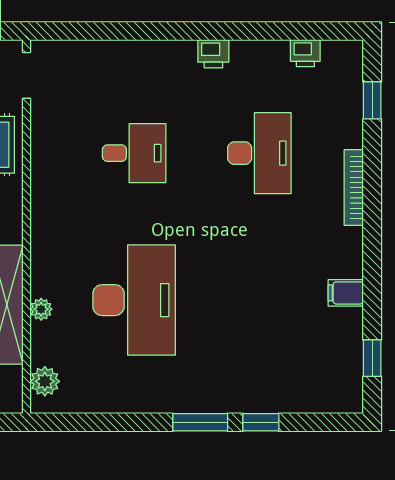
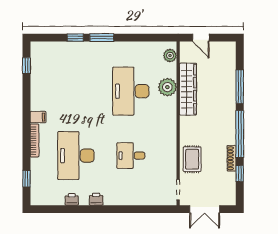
printer: (305, 53) -> (72, 199), moved
desk: (259, 153) -> (76, 156), width x1.36, depth x1.30
filing cabinet: (346, 293) -> (38, 117), moved
plant: (41, 309) -> (167, 87), width x1.87, depth x1.87

